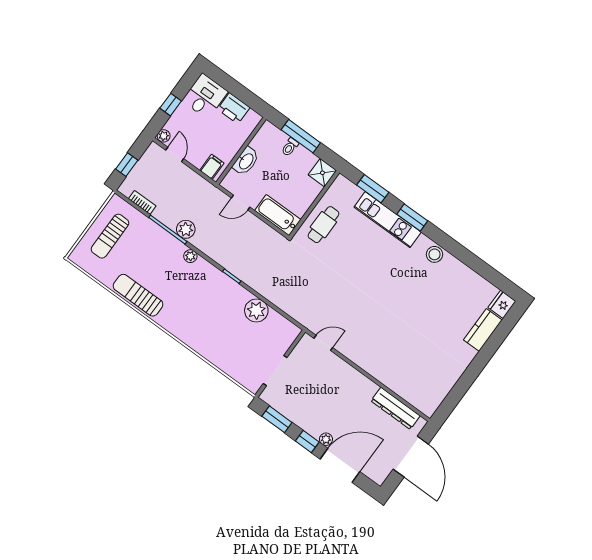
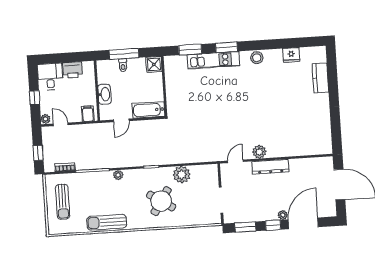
cafe table: (323, 225) -> (179, 94), removed
plant: (186, 229) -> (259, 152), moved
fridge: (502, 304) -> (291, 55), moved, turned -90
round table: (212, 320) -> (161, 201), added
dresser: (395, 408) -> (270, 167), moved

